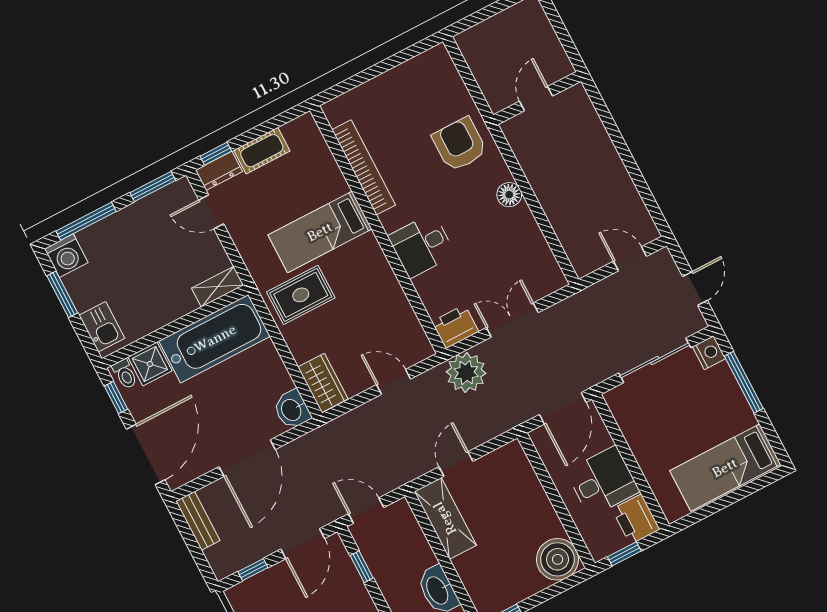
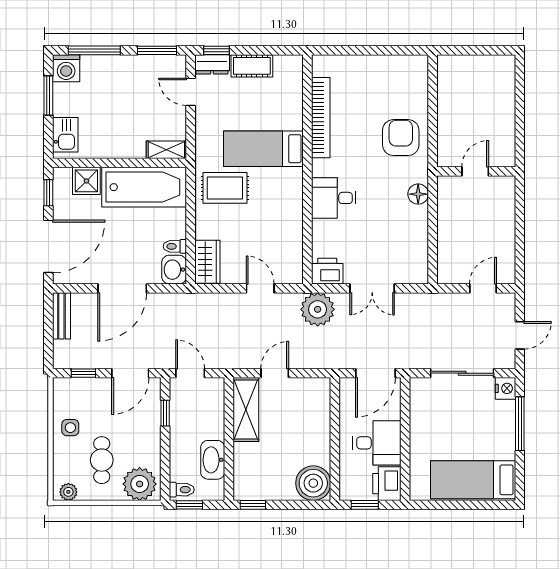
wall: (537, 98) -> (476, 171), moved
door: (536, 99) -> (475, 171), moved
door: (630, 259) -> (483, 288), hinge flipped
double door: (512, 320) -> (372, 288), swing flipped
toilet: (125, 374) -> (175, 246), moved, turned 90

